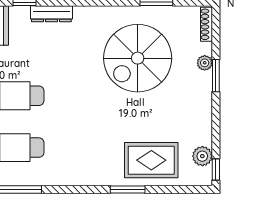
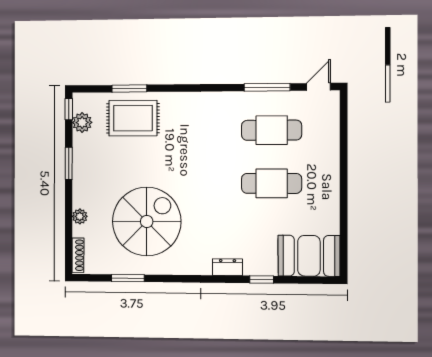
dresser: (51, 14) -> (228, 267), width x0.70
window: (216, 76) -> (69, 163), moved
window: (128, 189) -> (129, 89), moved

